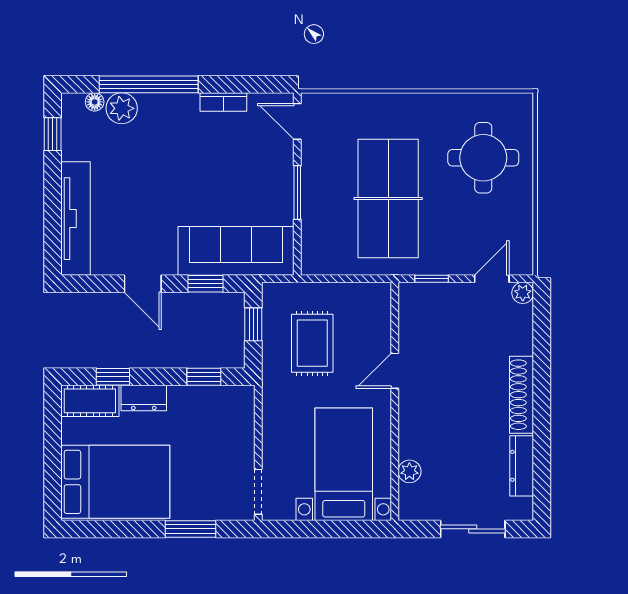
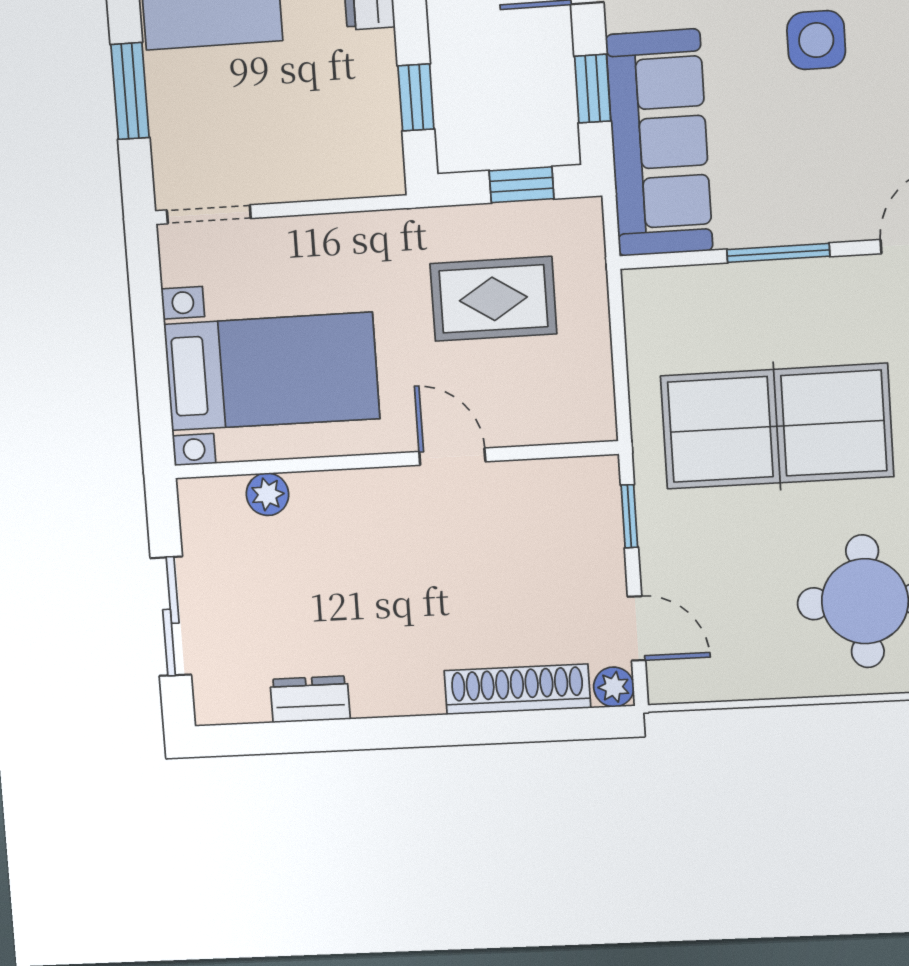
side table: (188, 167) -> (816, 40), added
shoe rack: (522, 395) -> (517, 689), moved
dresser: (522, 466) -> (310, 699), width x0.70

